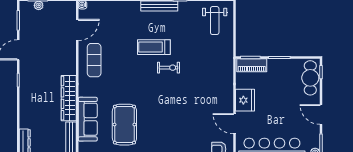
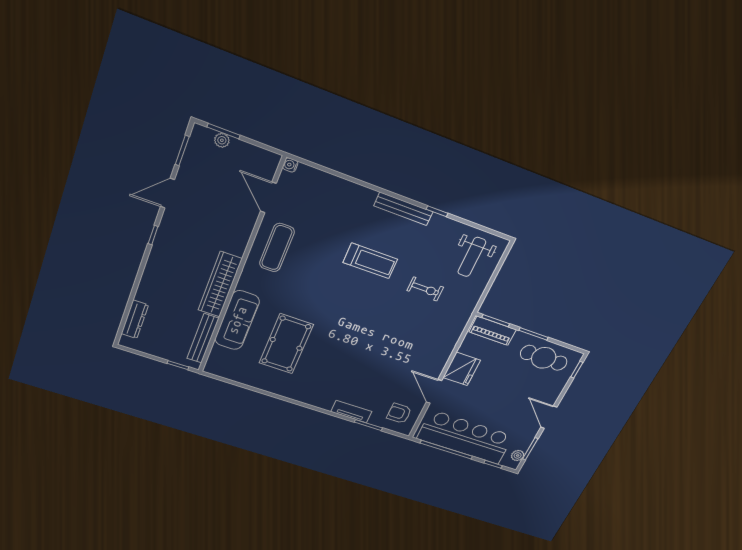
door: (77, 30) -> (268, 197), swing flipped
treadmill: (154, 47) -> (370, 261), turned 180
exercise bike: (169, 68) -> (425, 289), moved
cafe table: (310, 78) -> (544, 358), moved, turned 90

